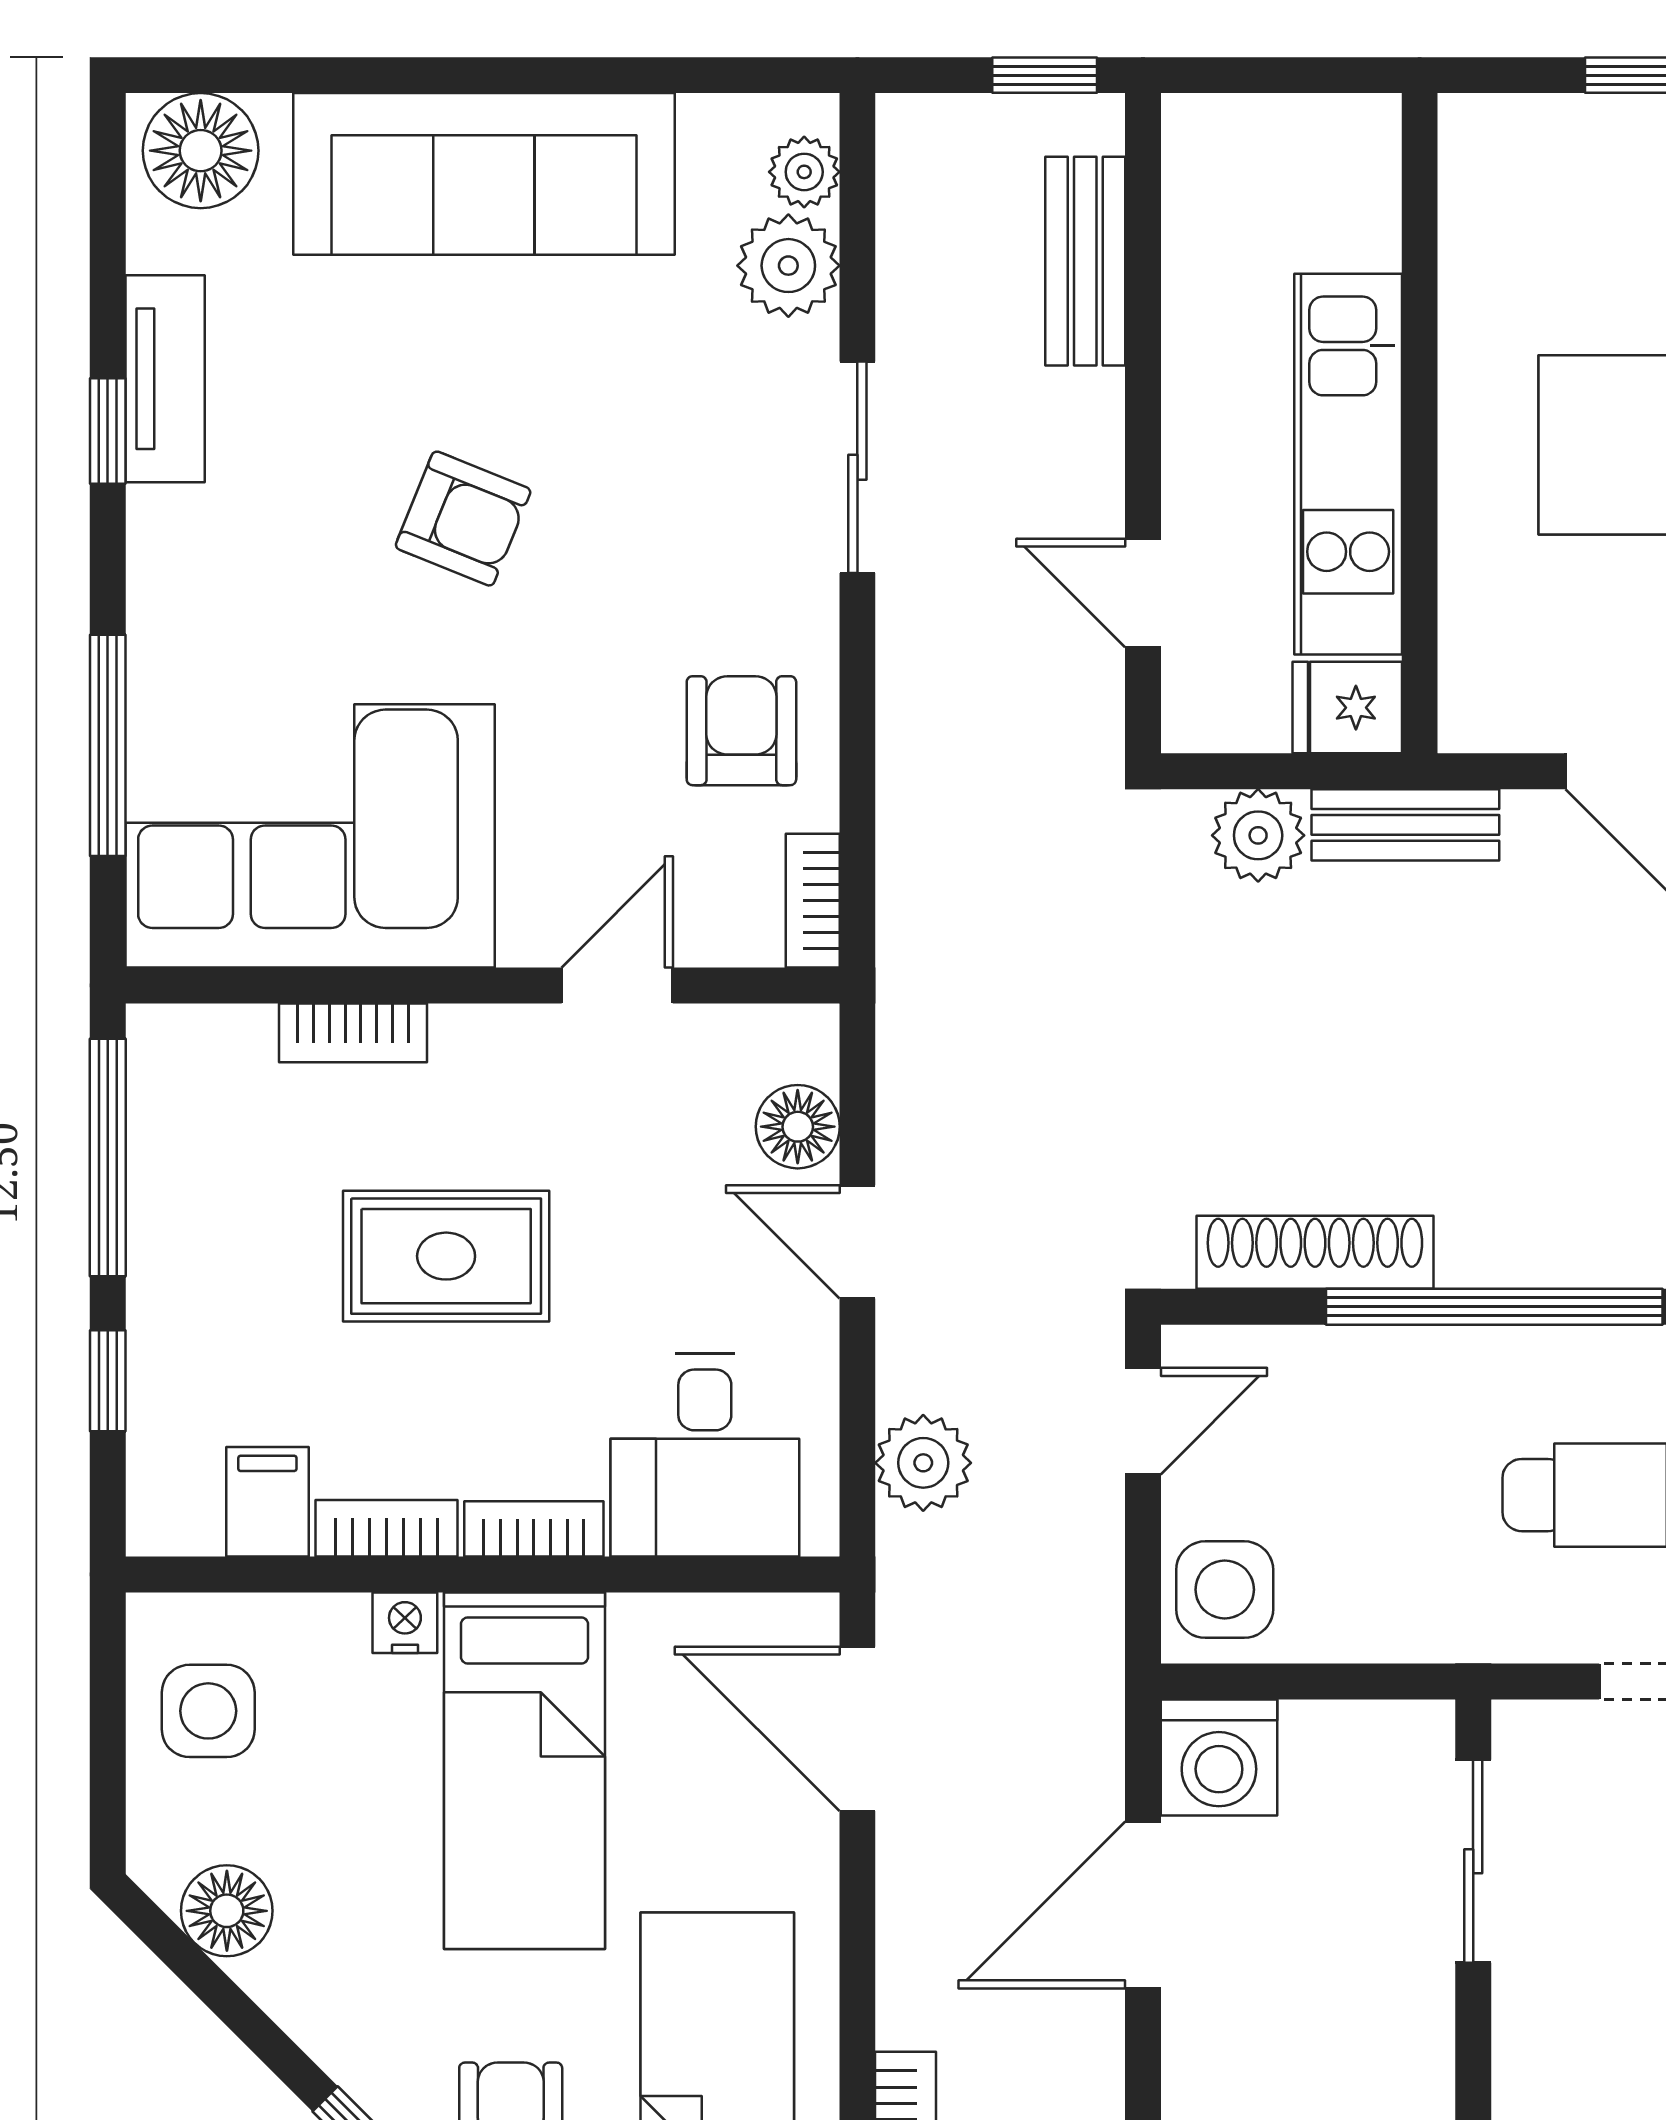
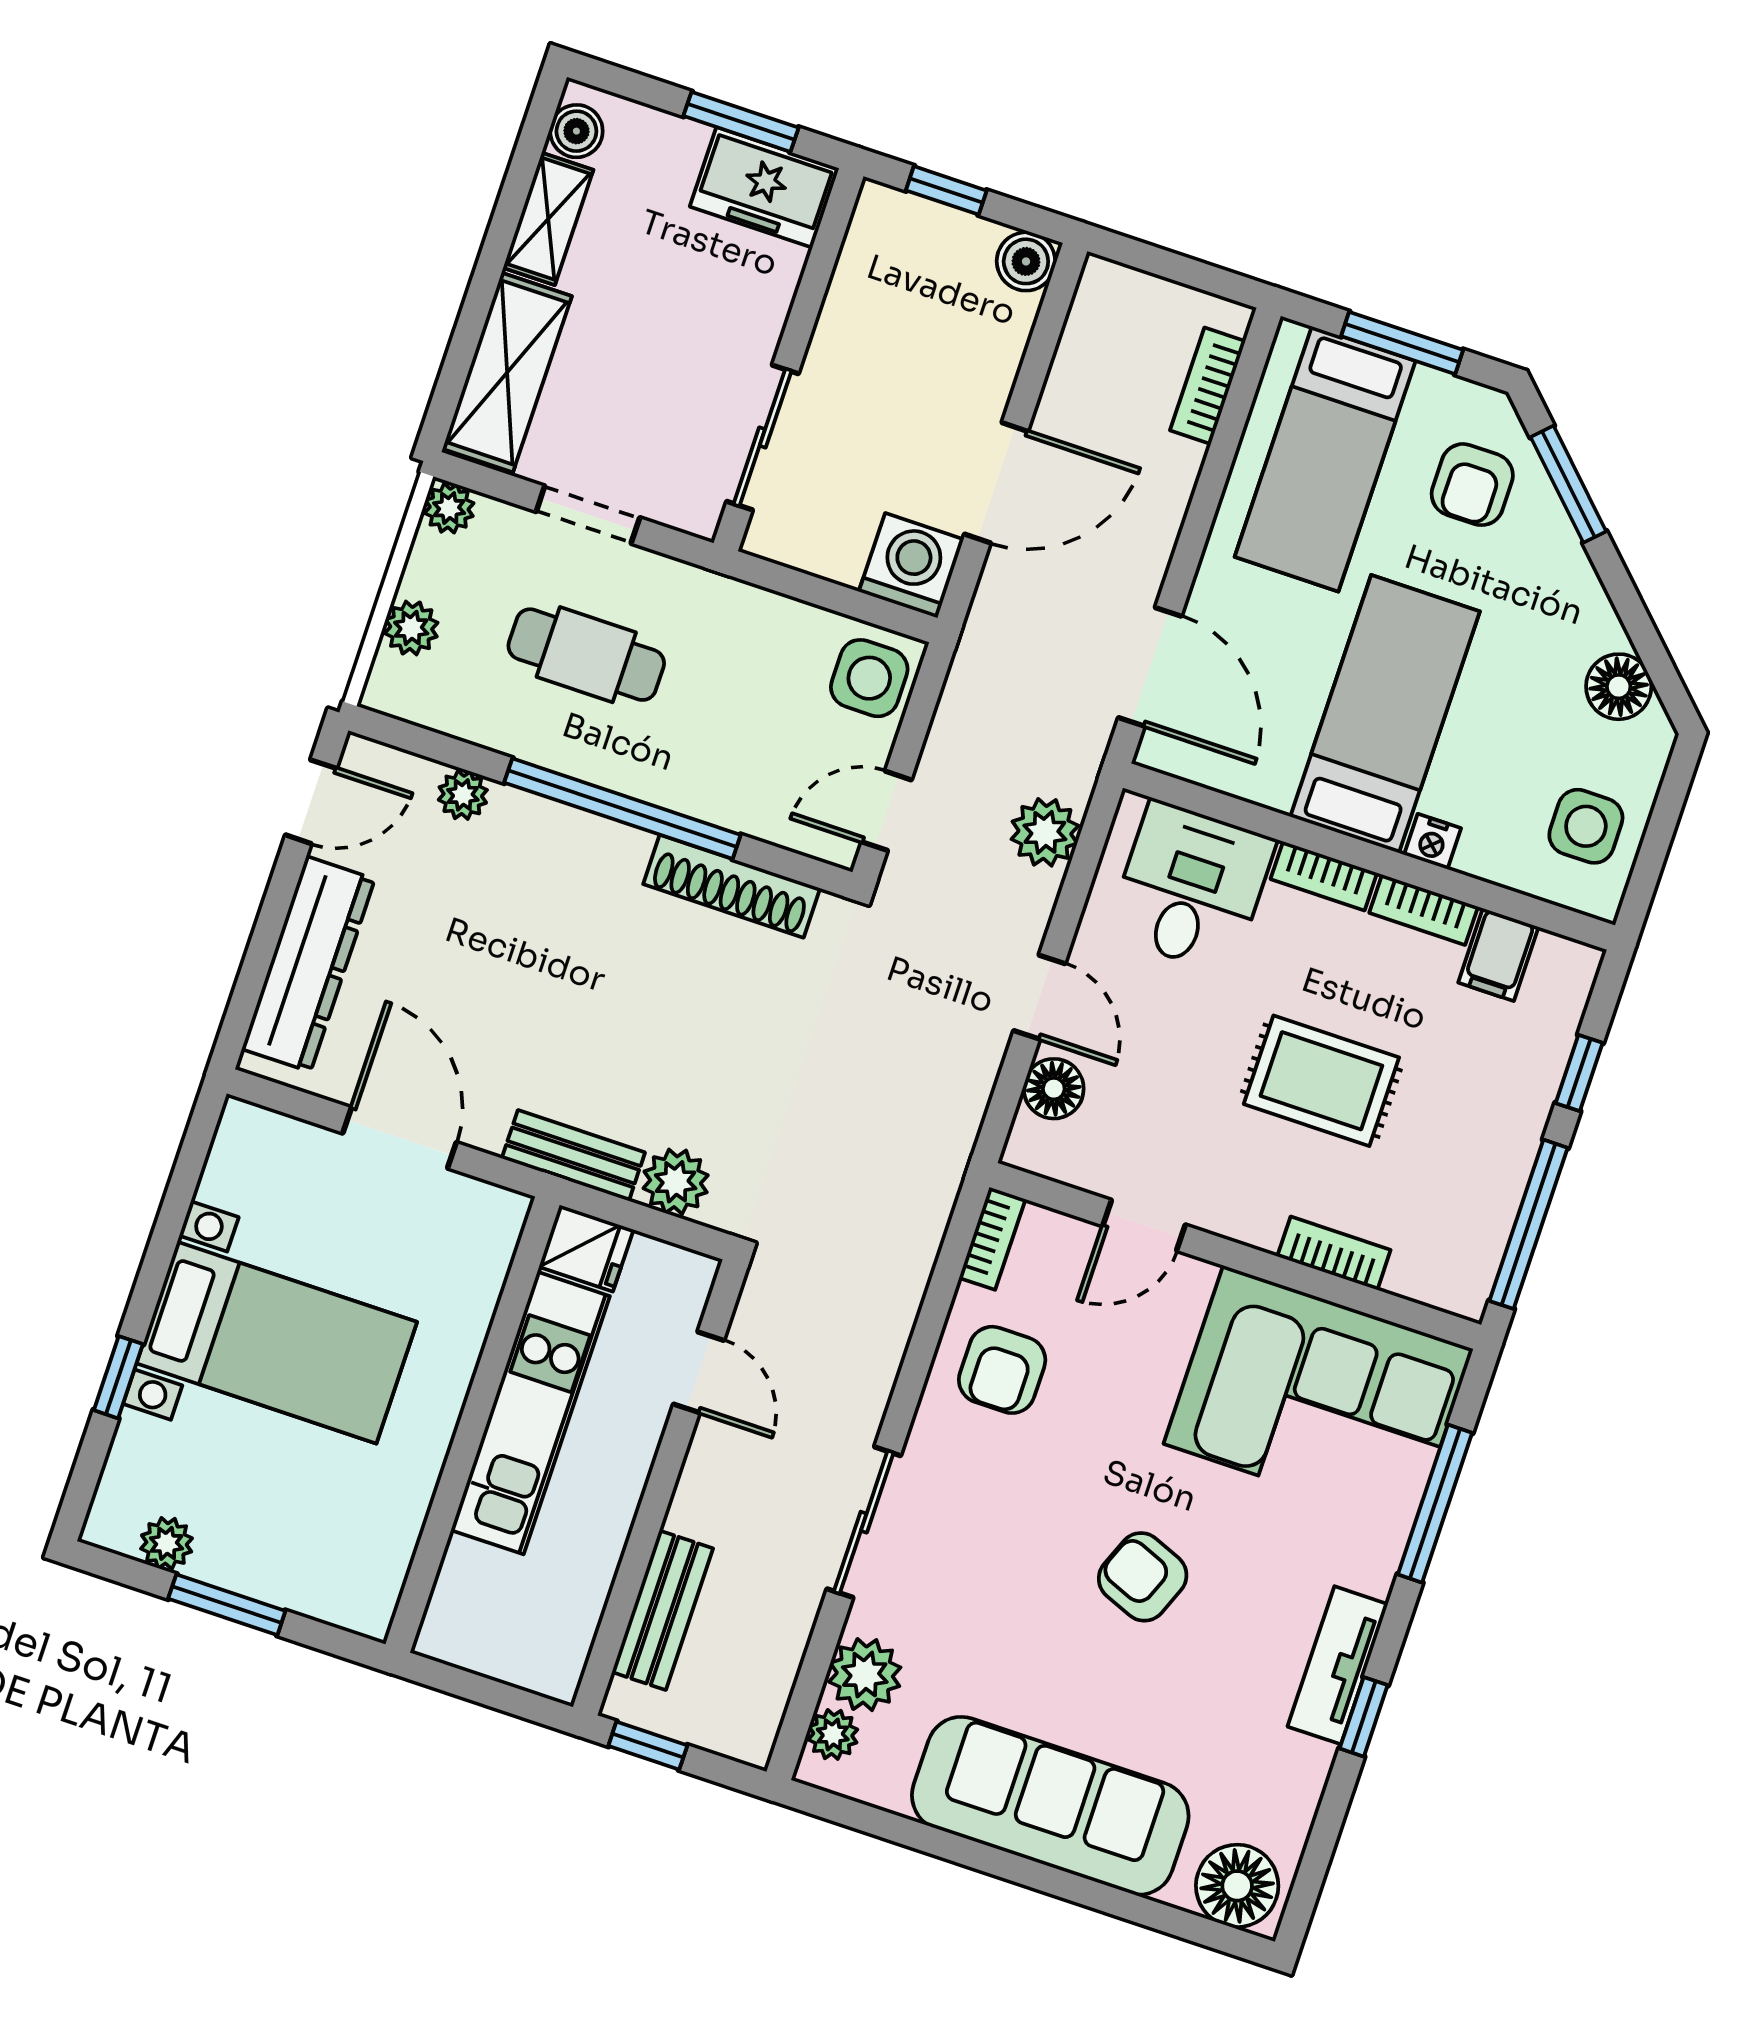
tv unit: (165, 379) -> (1338, 1665), moved

